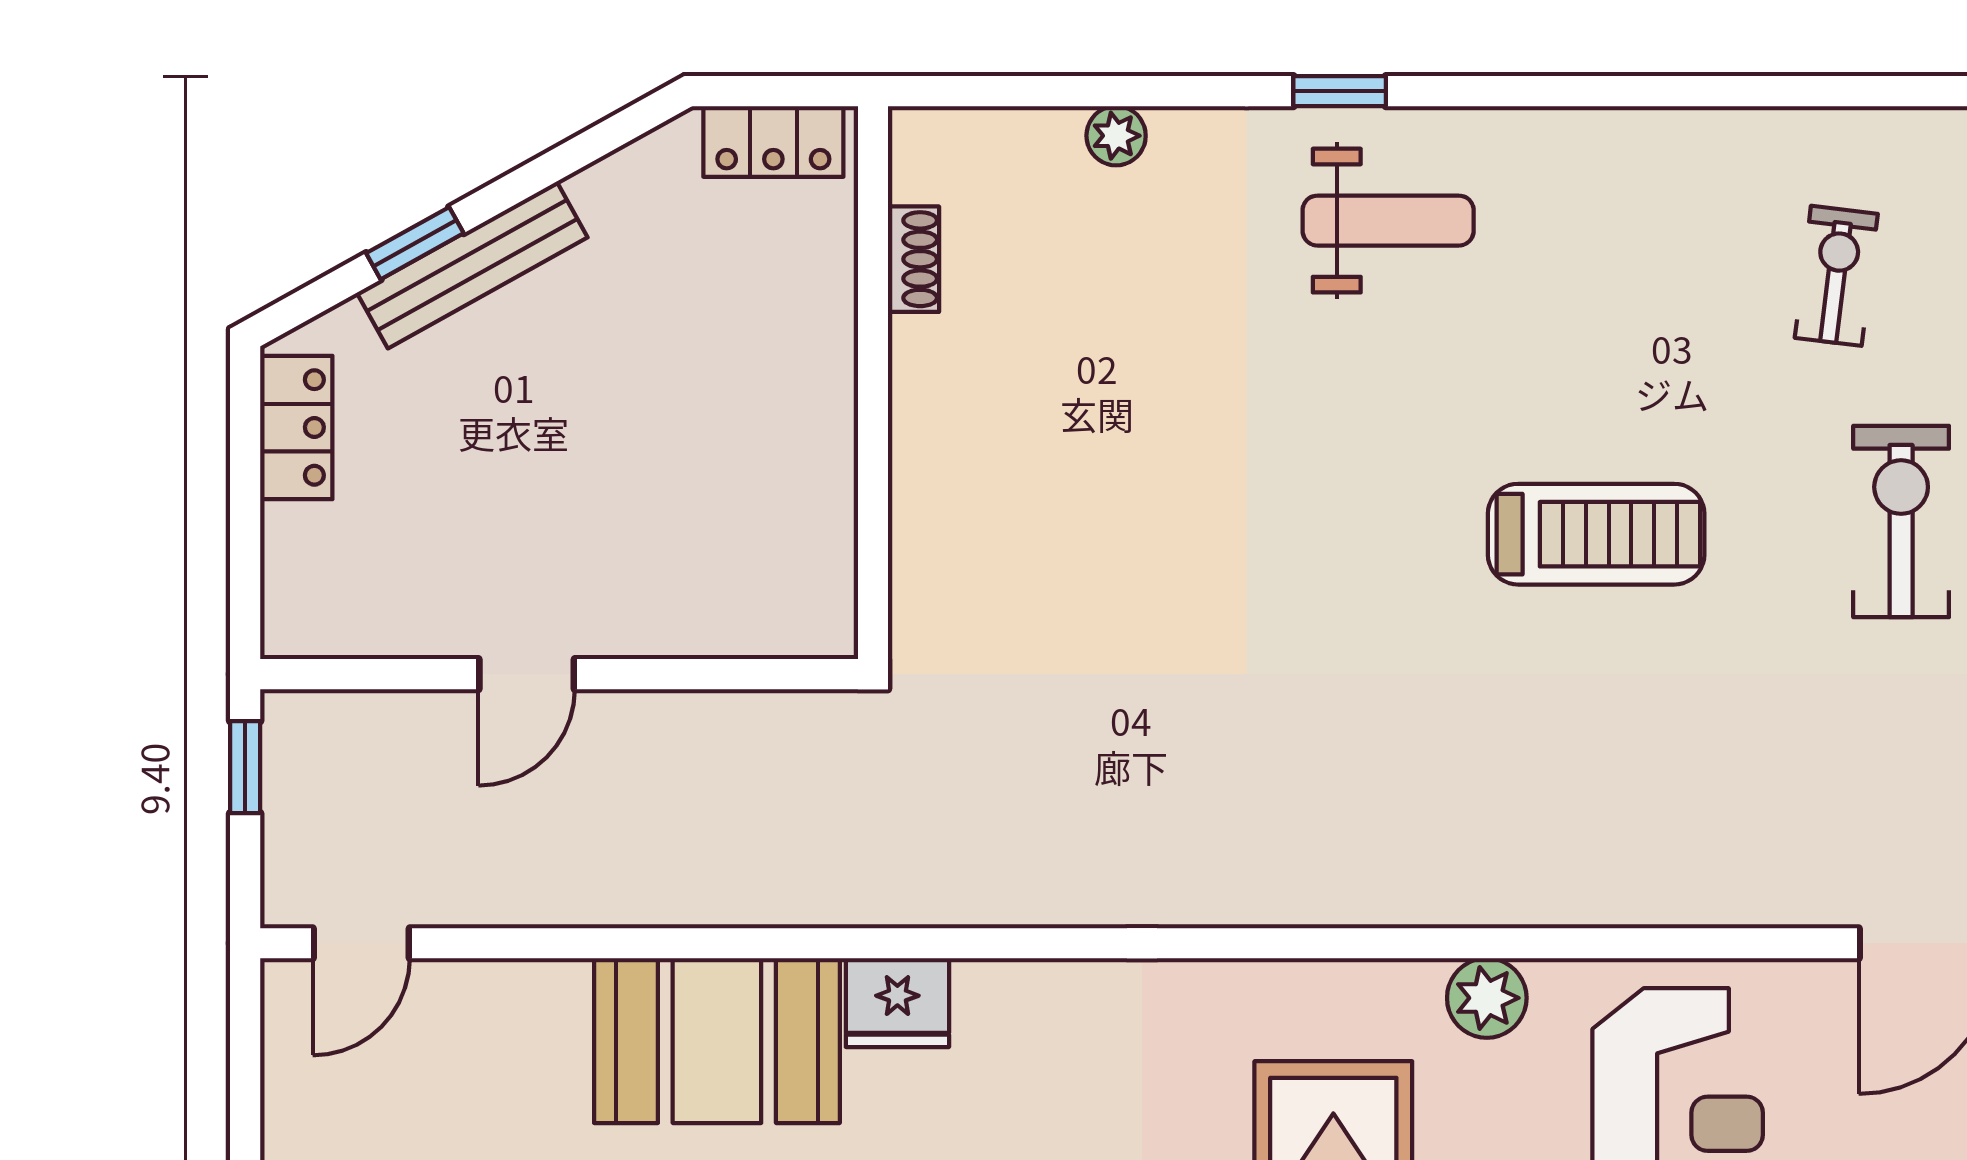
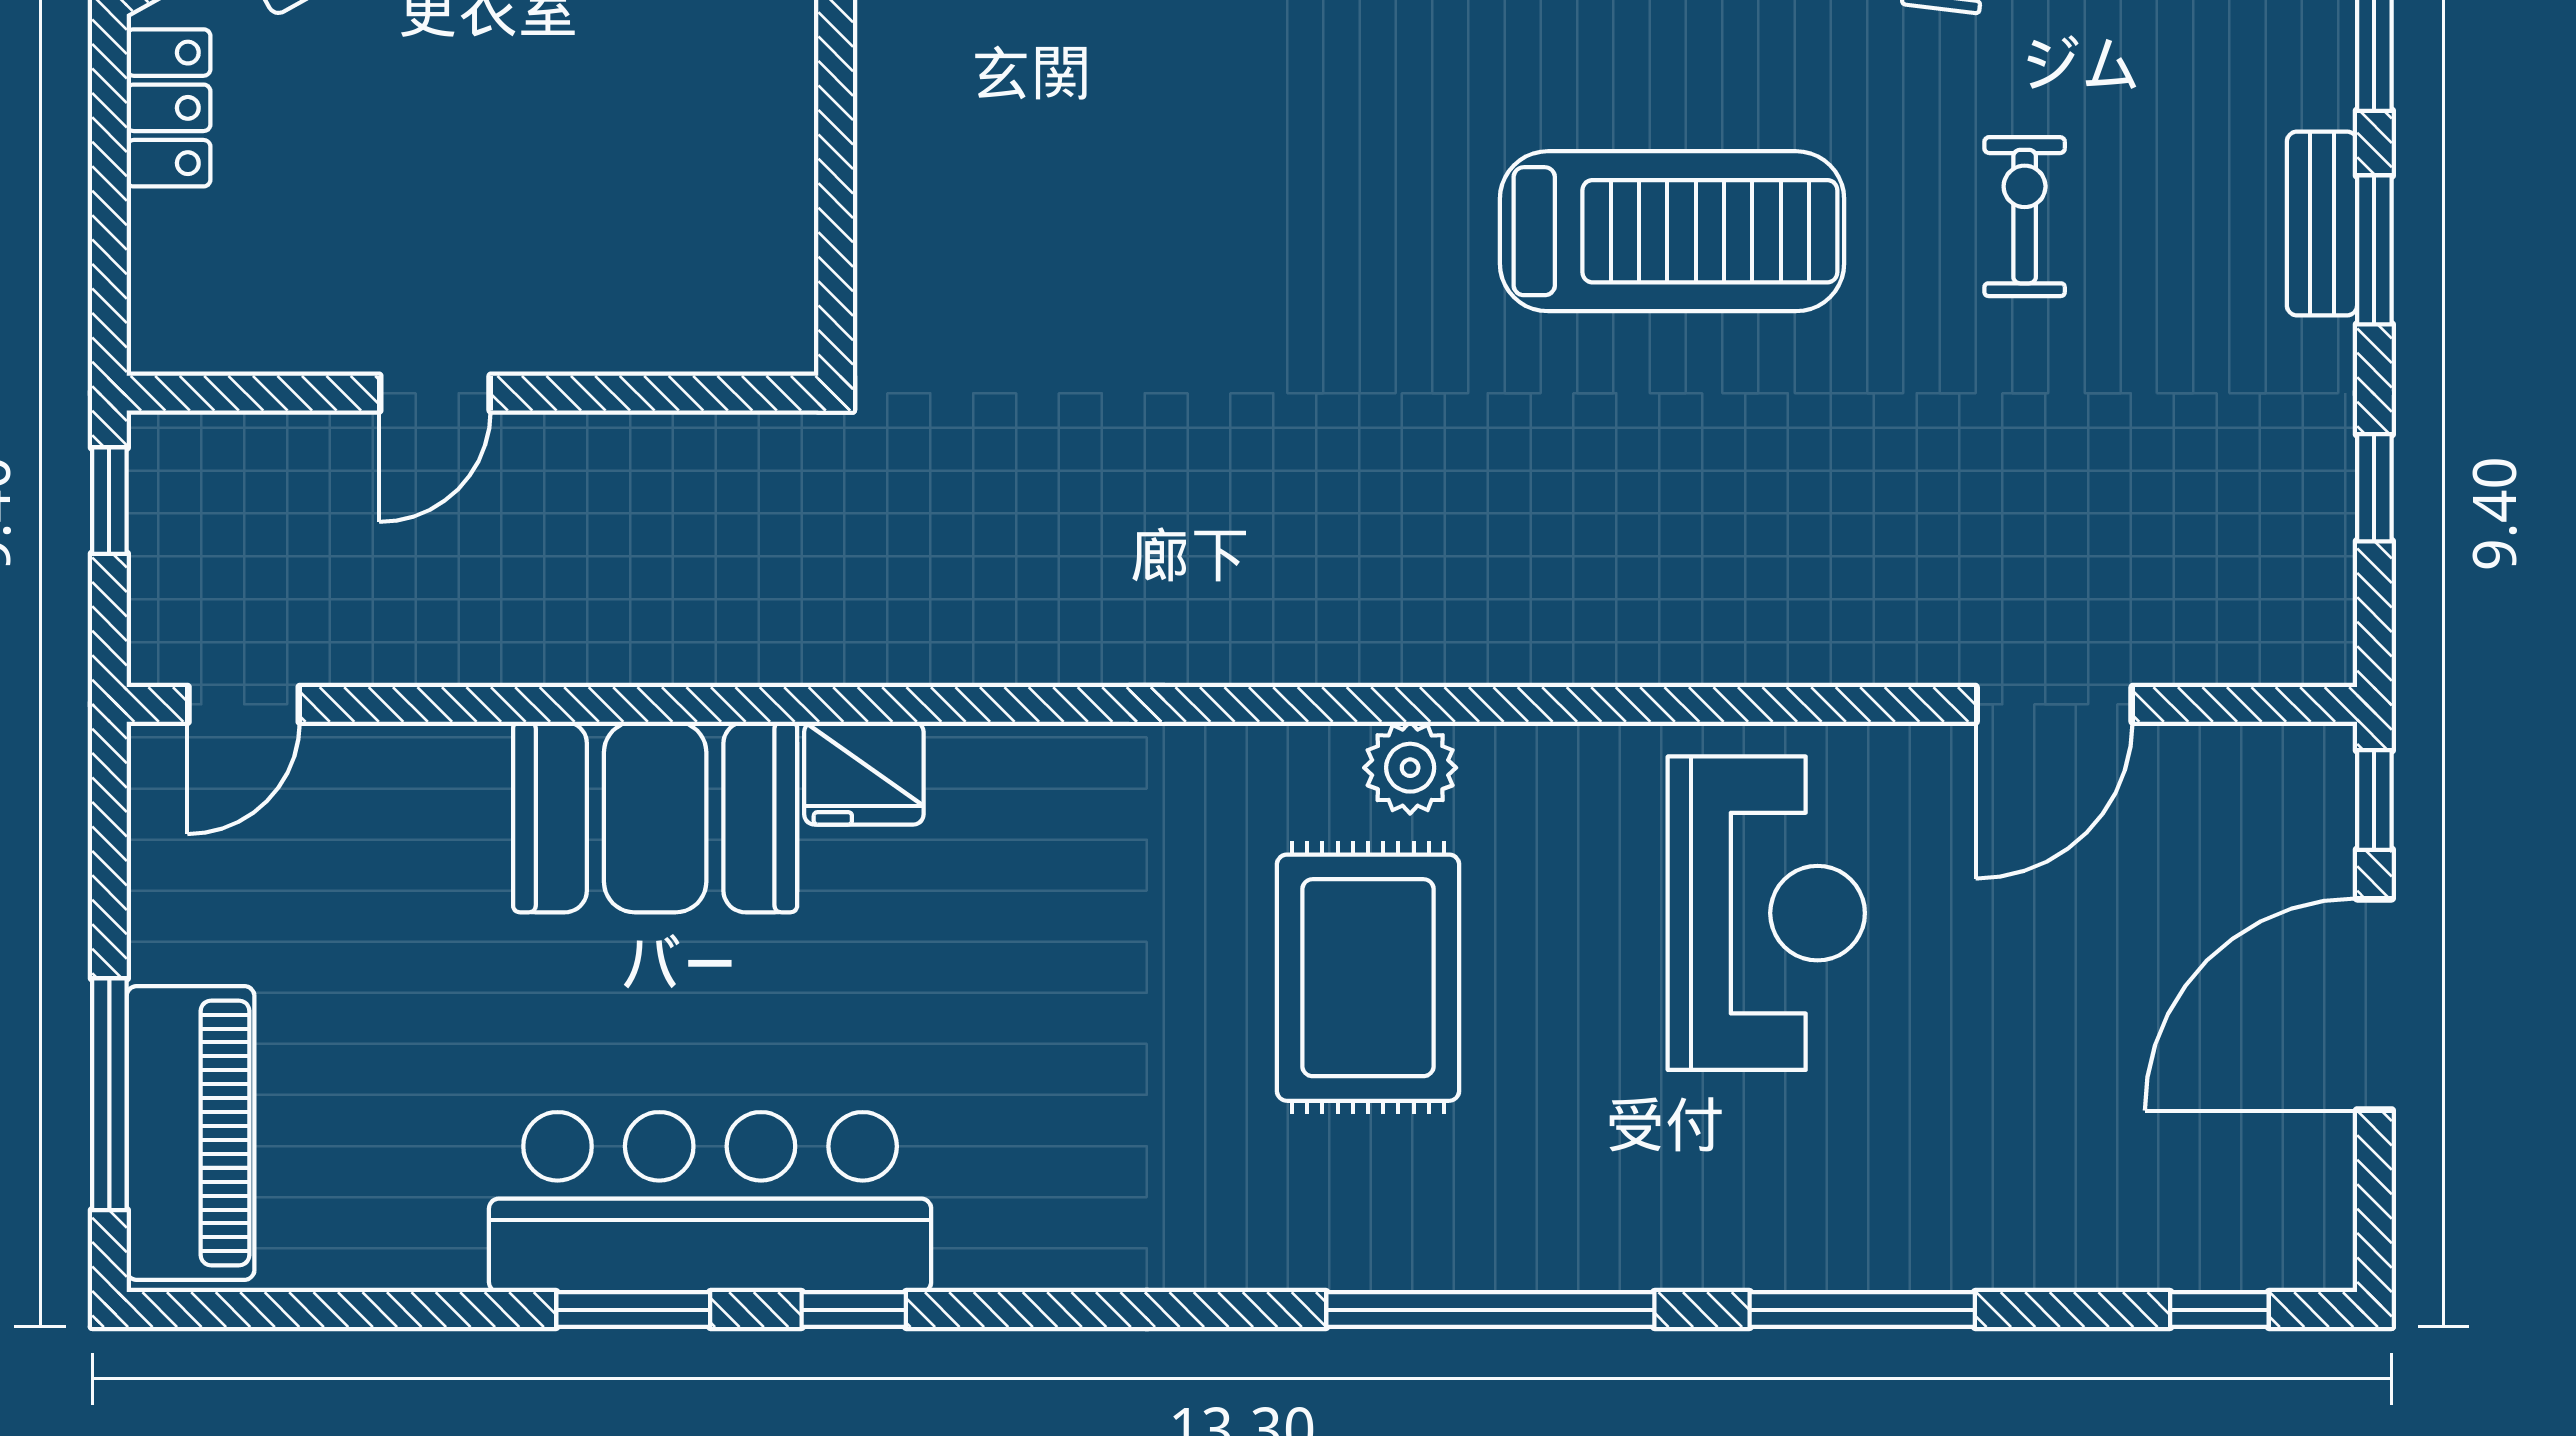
exercise bike: (1901, 521) -> (2025, 217), width x0.73, depth x0.72
treadmill: (1596, 534) -> (1672, 231), width x1.37, depth x1.38
plant: (1487, 998) -> (1410, 768), moved

